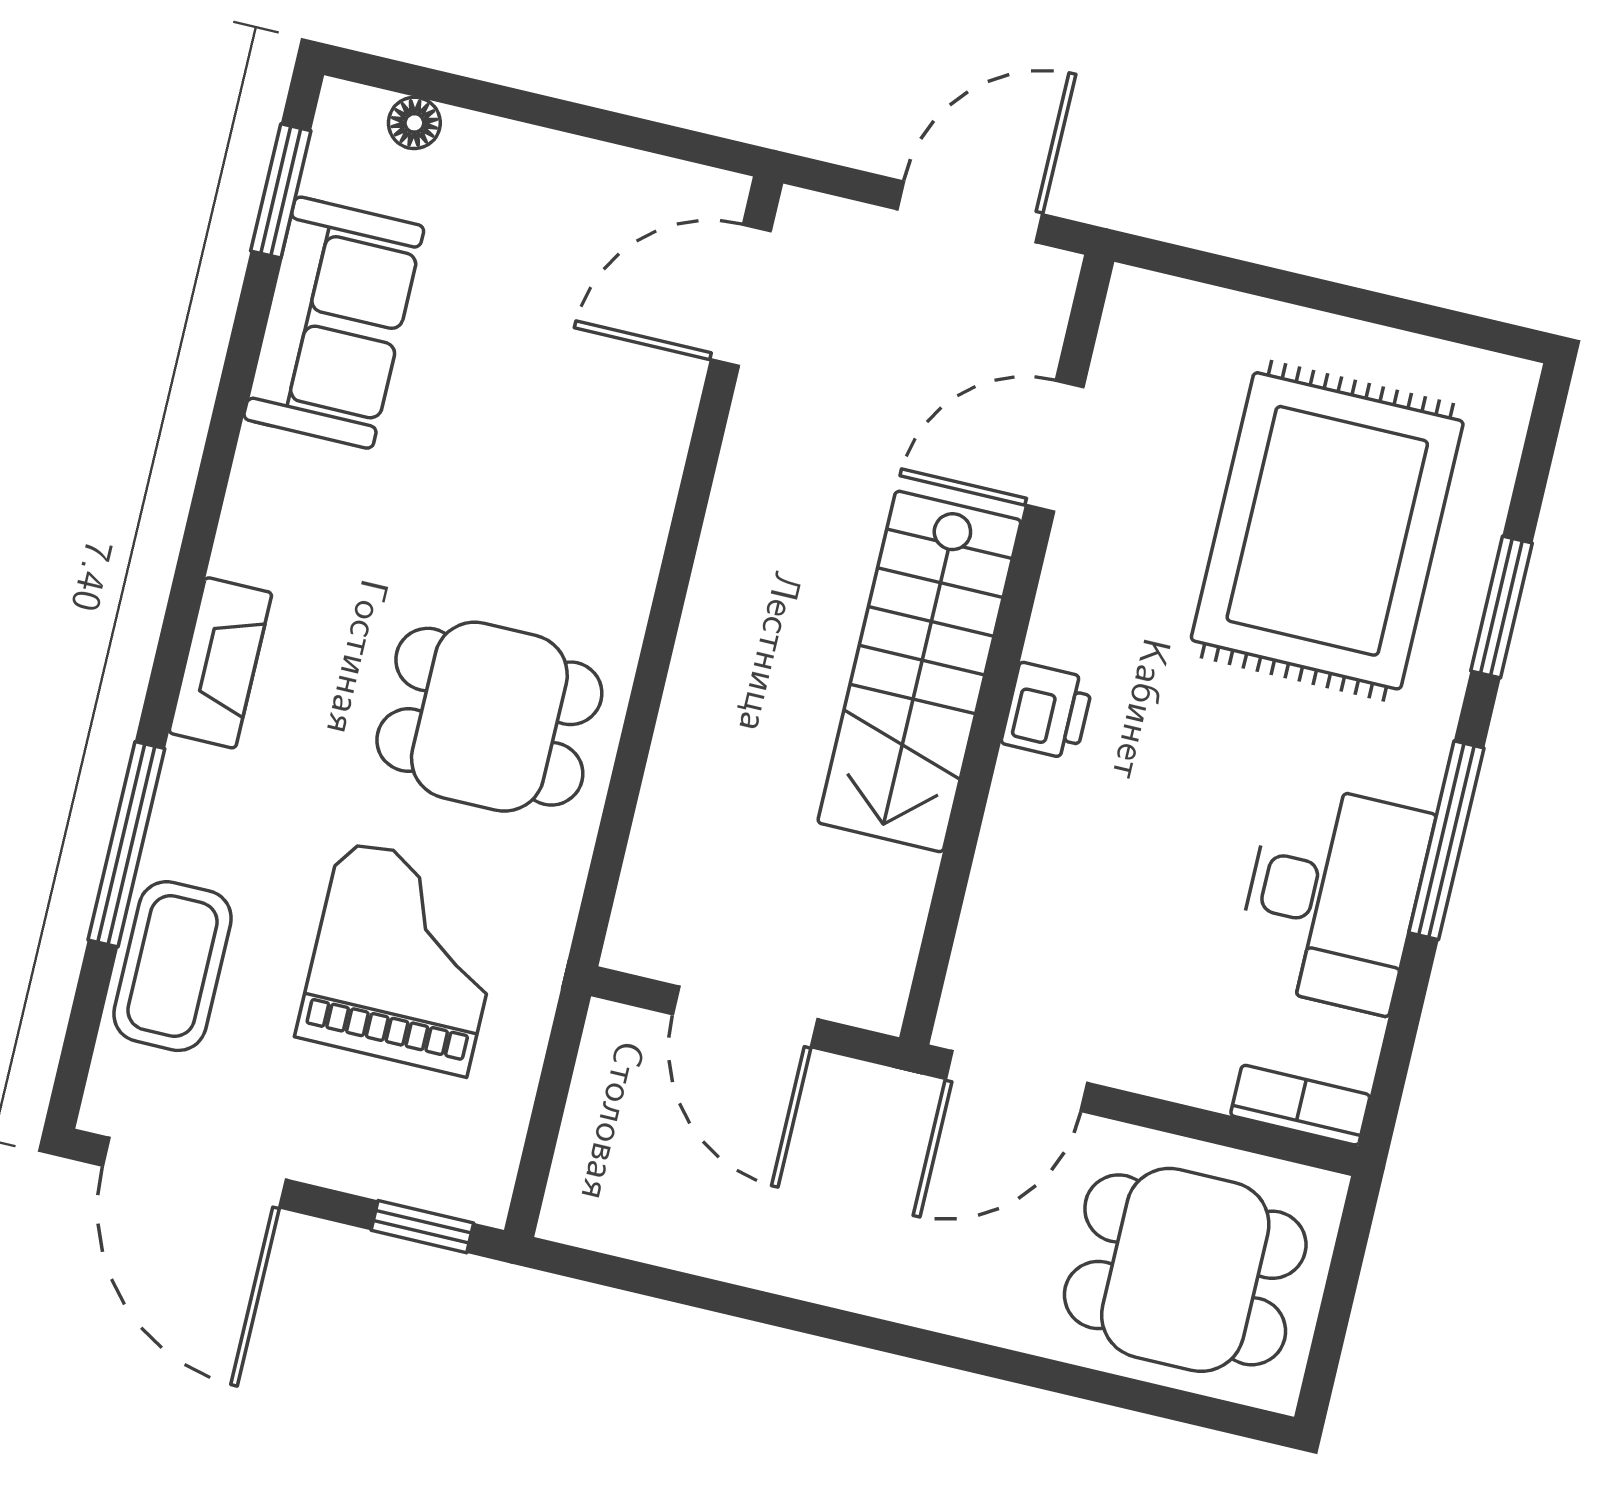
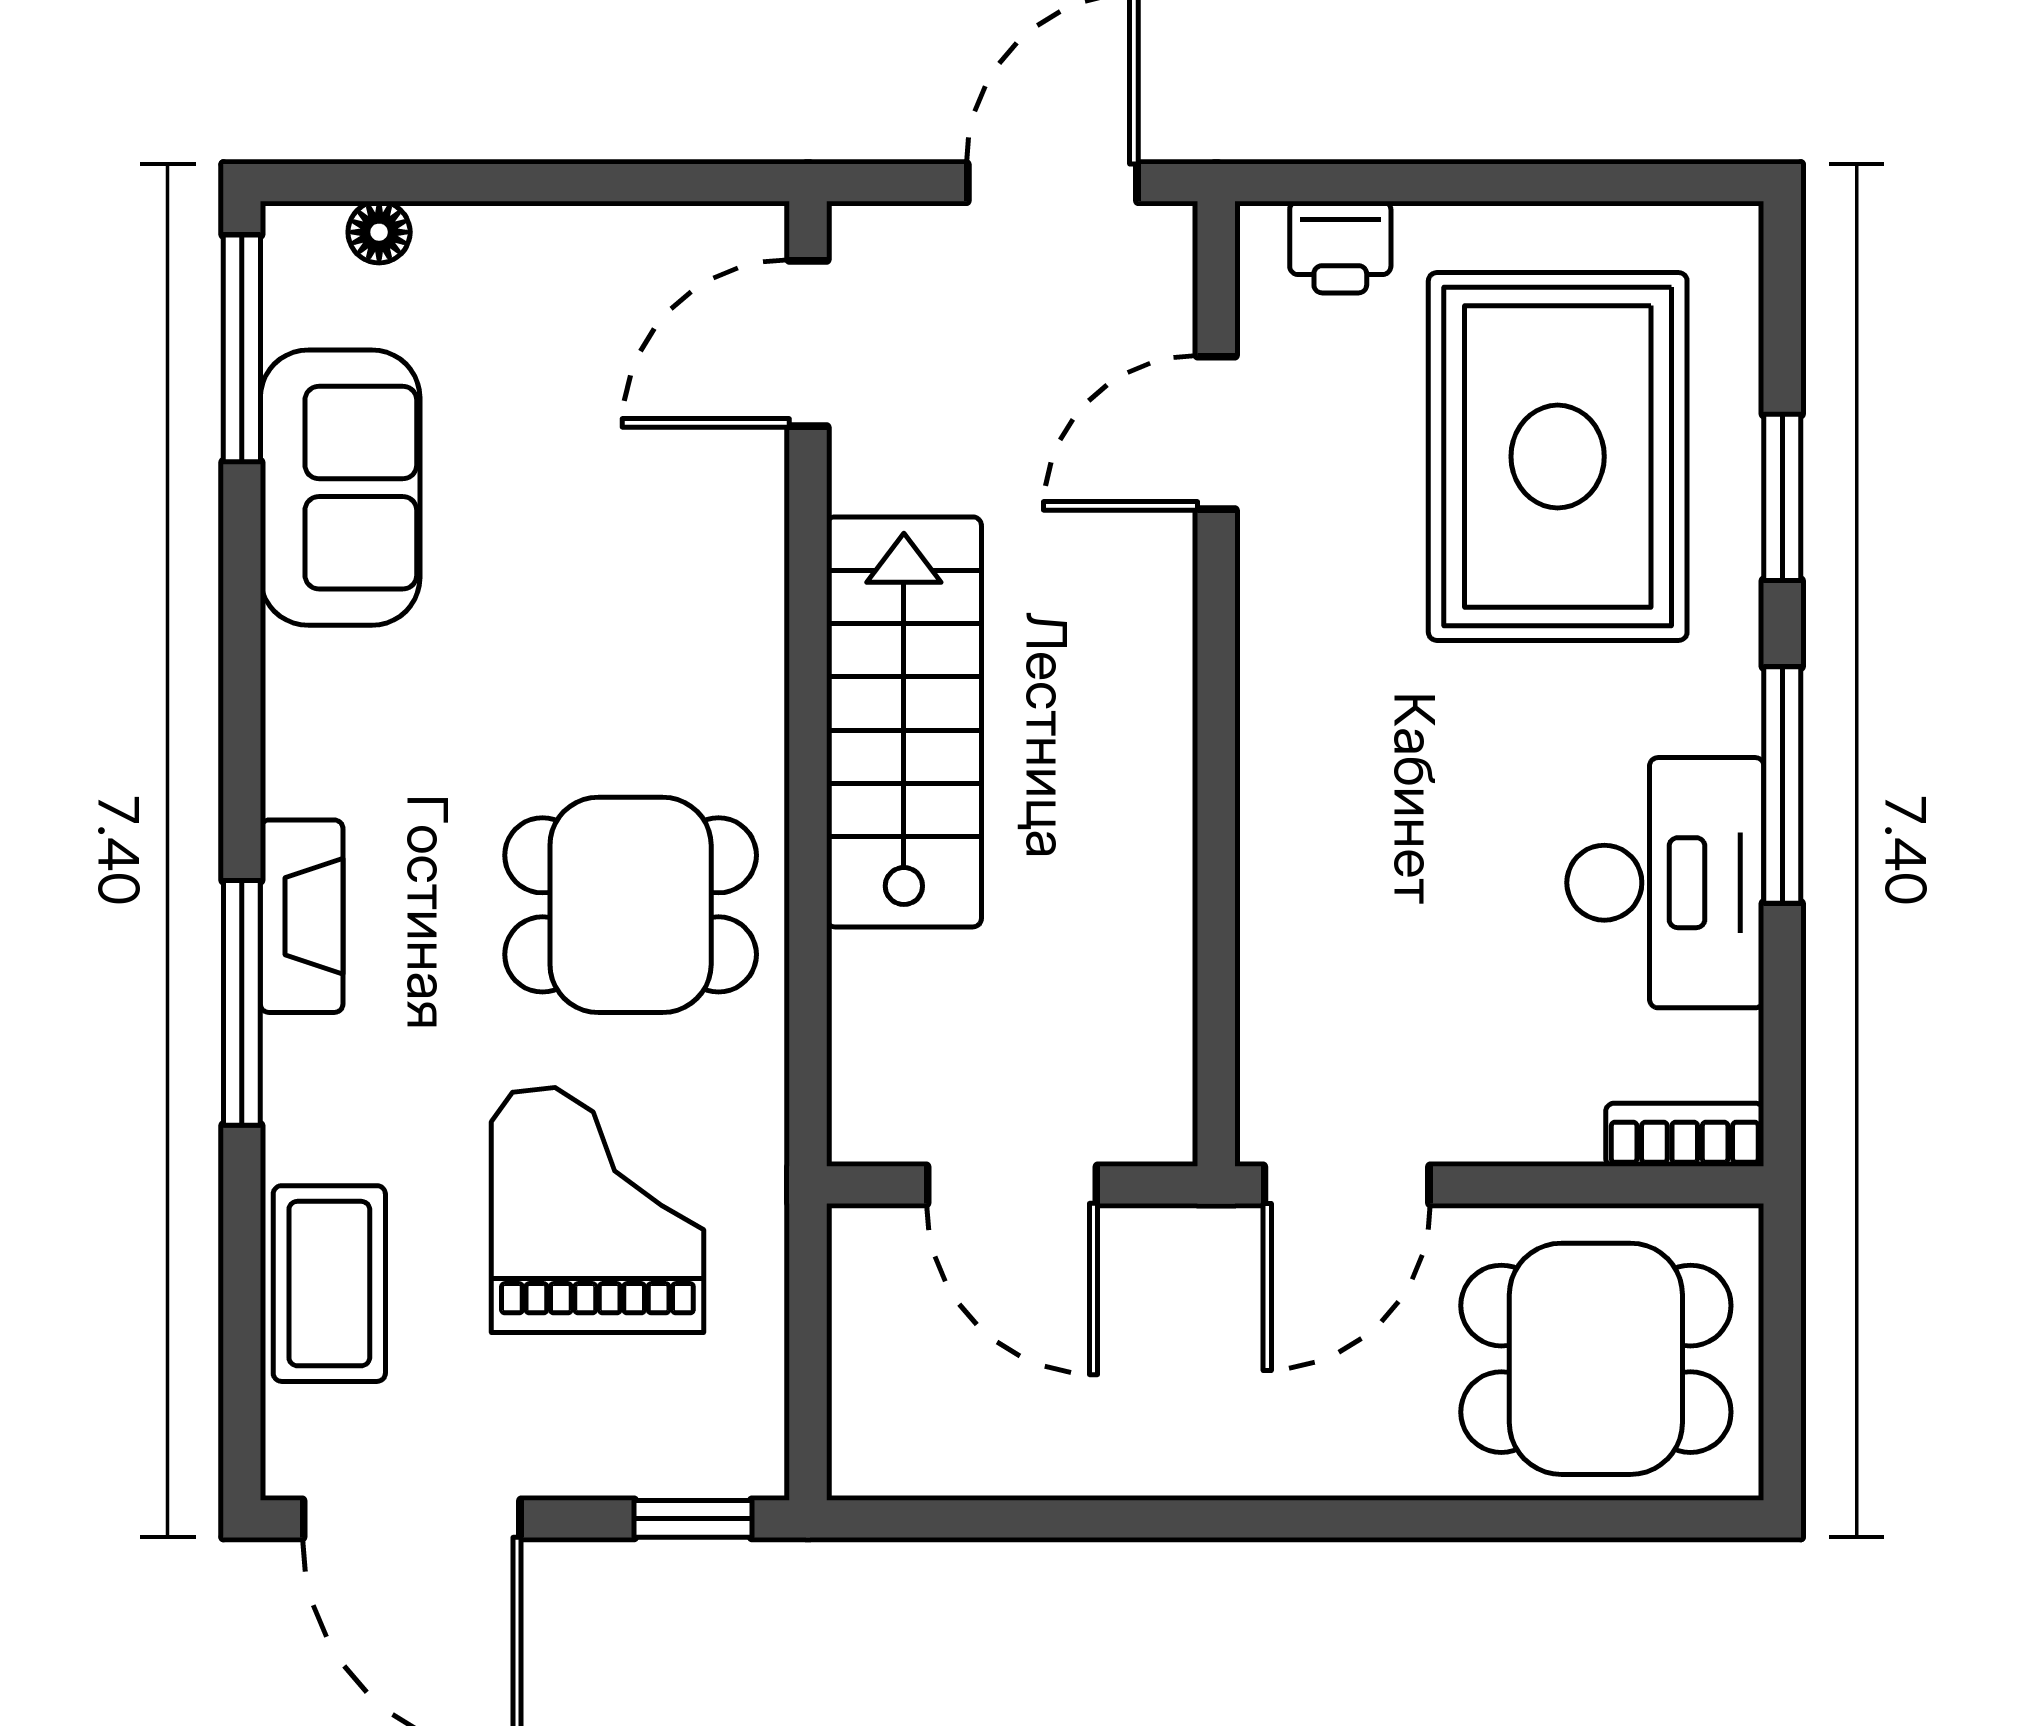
window: (281, 191) -> (242, 348), width x1.44
stairs: (919, 671) -> (904, 722), moved, turned 180
printer: (1047, 711) -> (1340, 247), moved, turned 90
window: (126, 844) -> (242, 1003), moved

